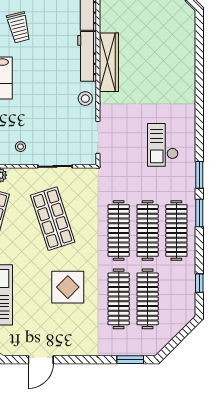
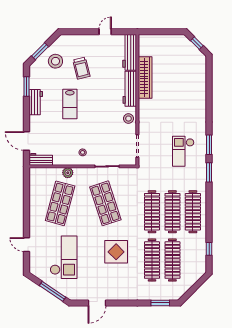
wardrobe: (109, 62) -> (145, 78), moved
window: (199, 213) -> (209, 145), moved

